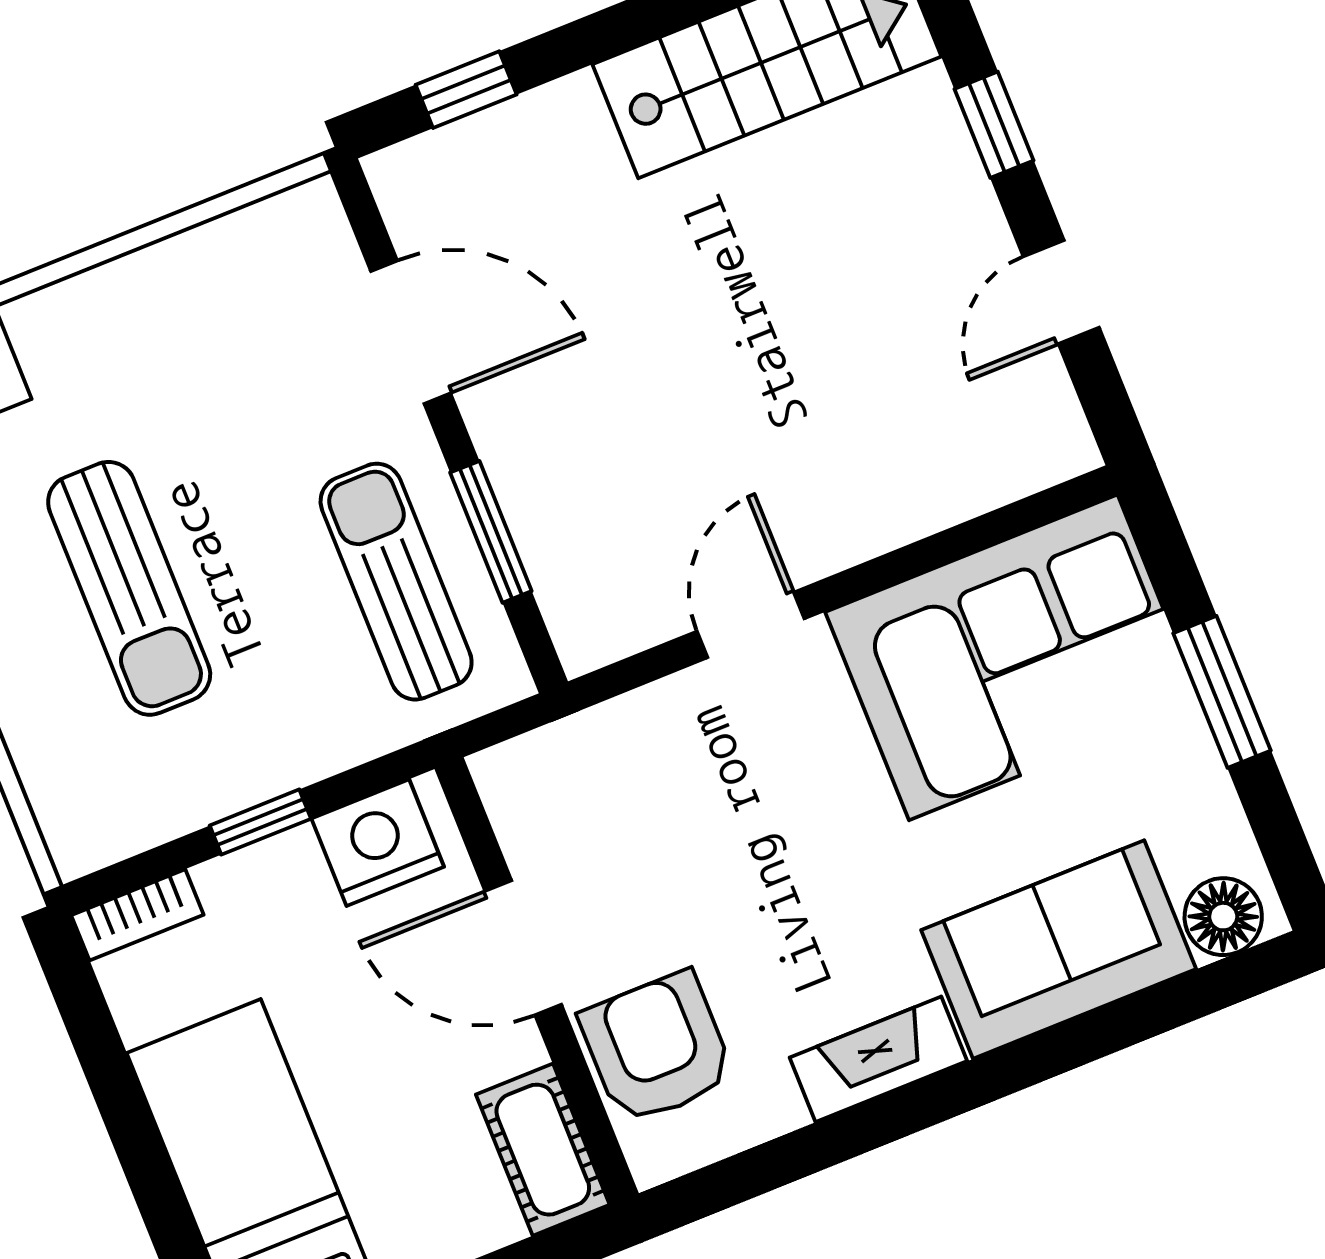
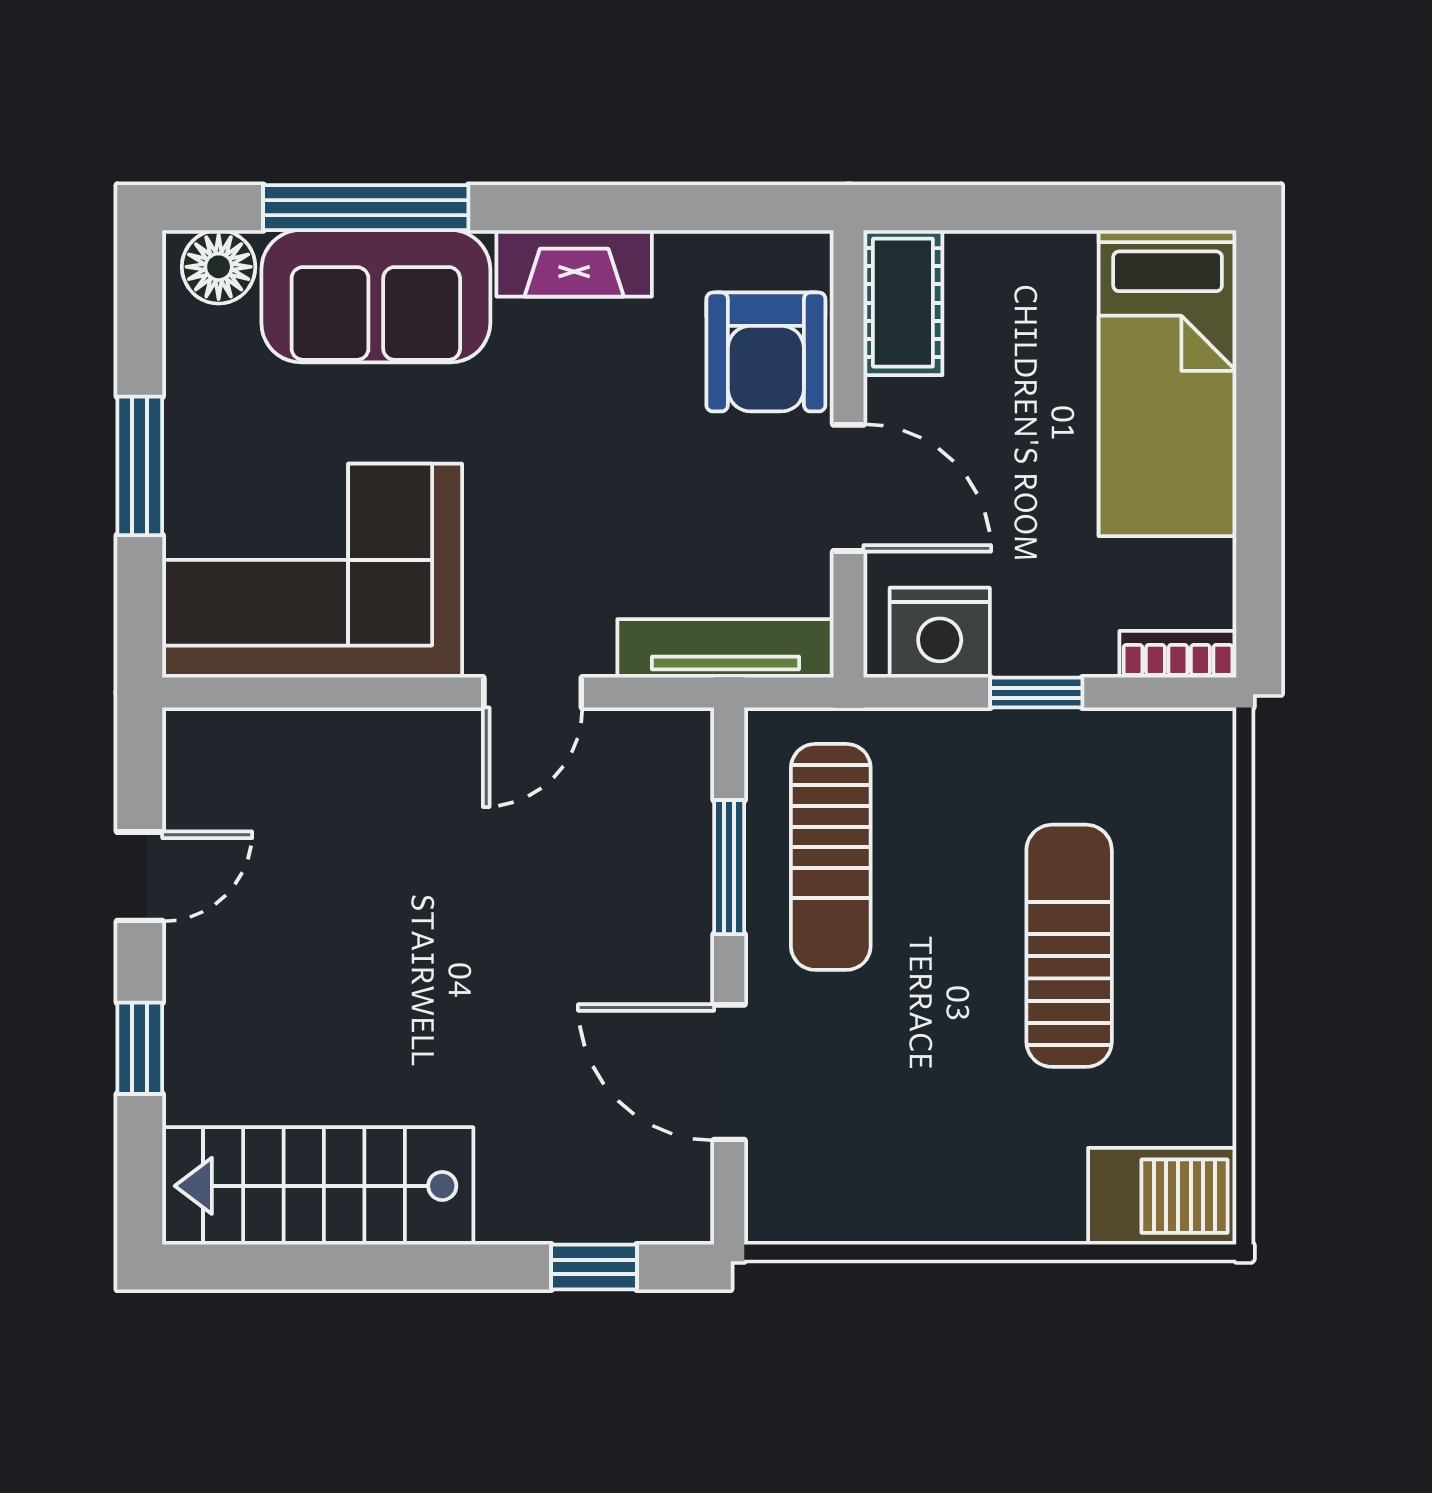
tv unit: (580, 744) -> (725, 648), added
window: (1103, 1032) -> (366, 208), added

